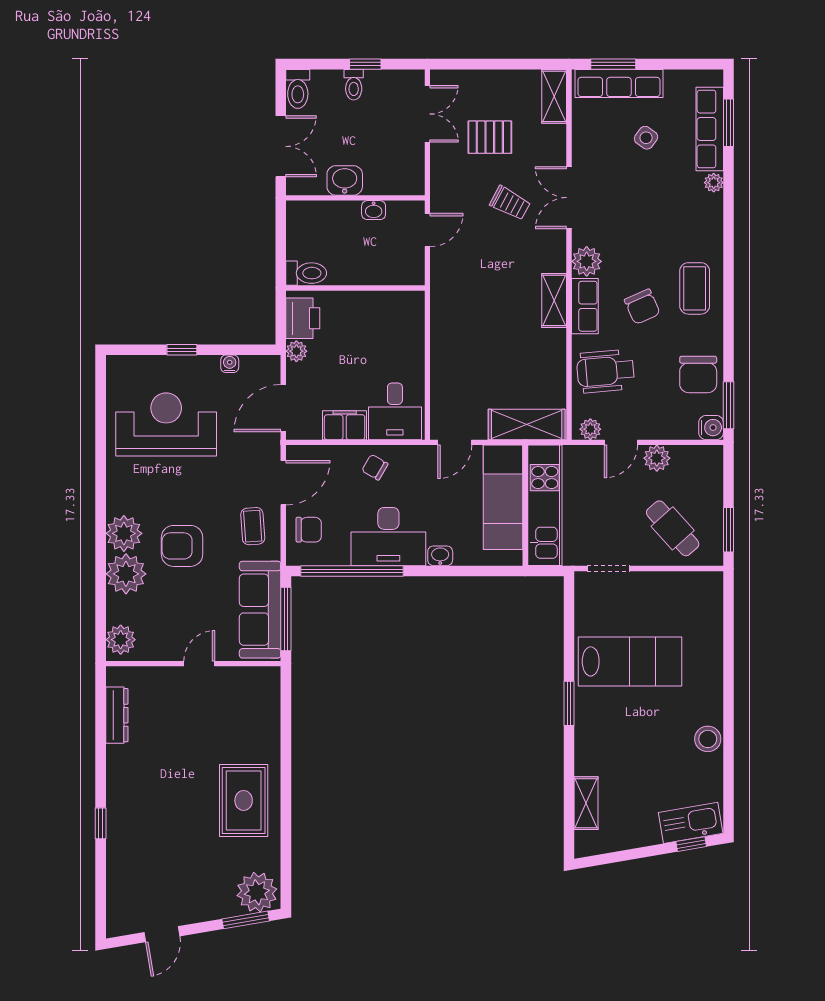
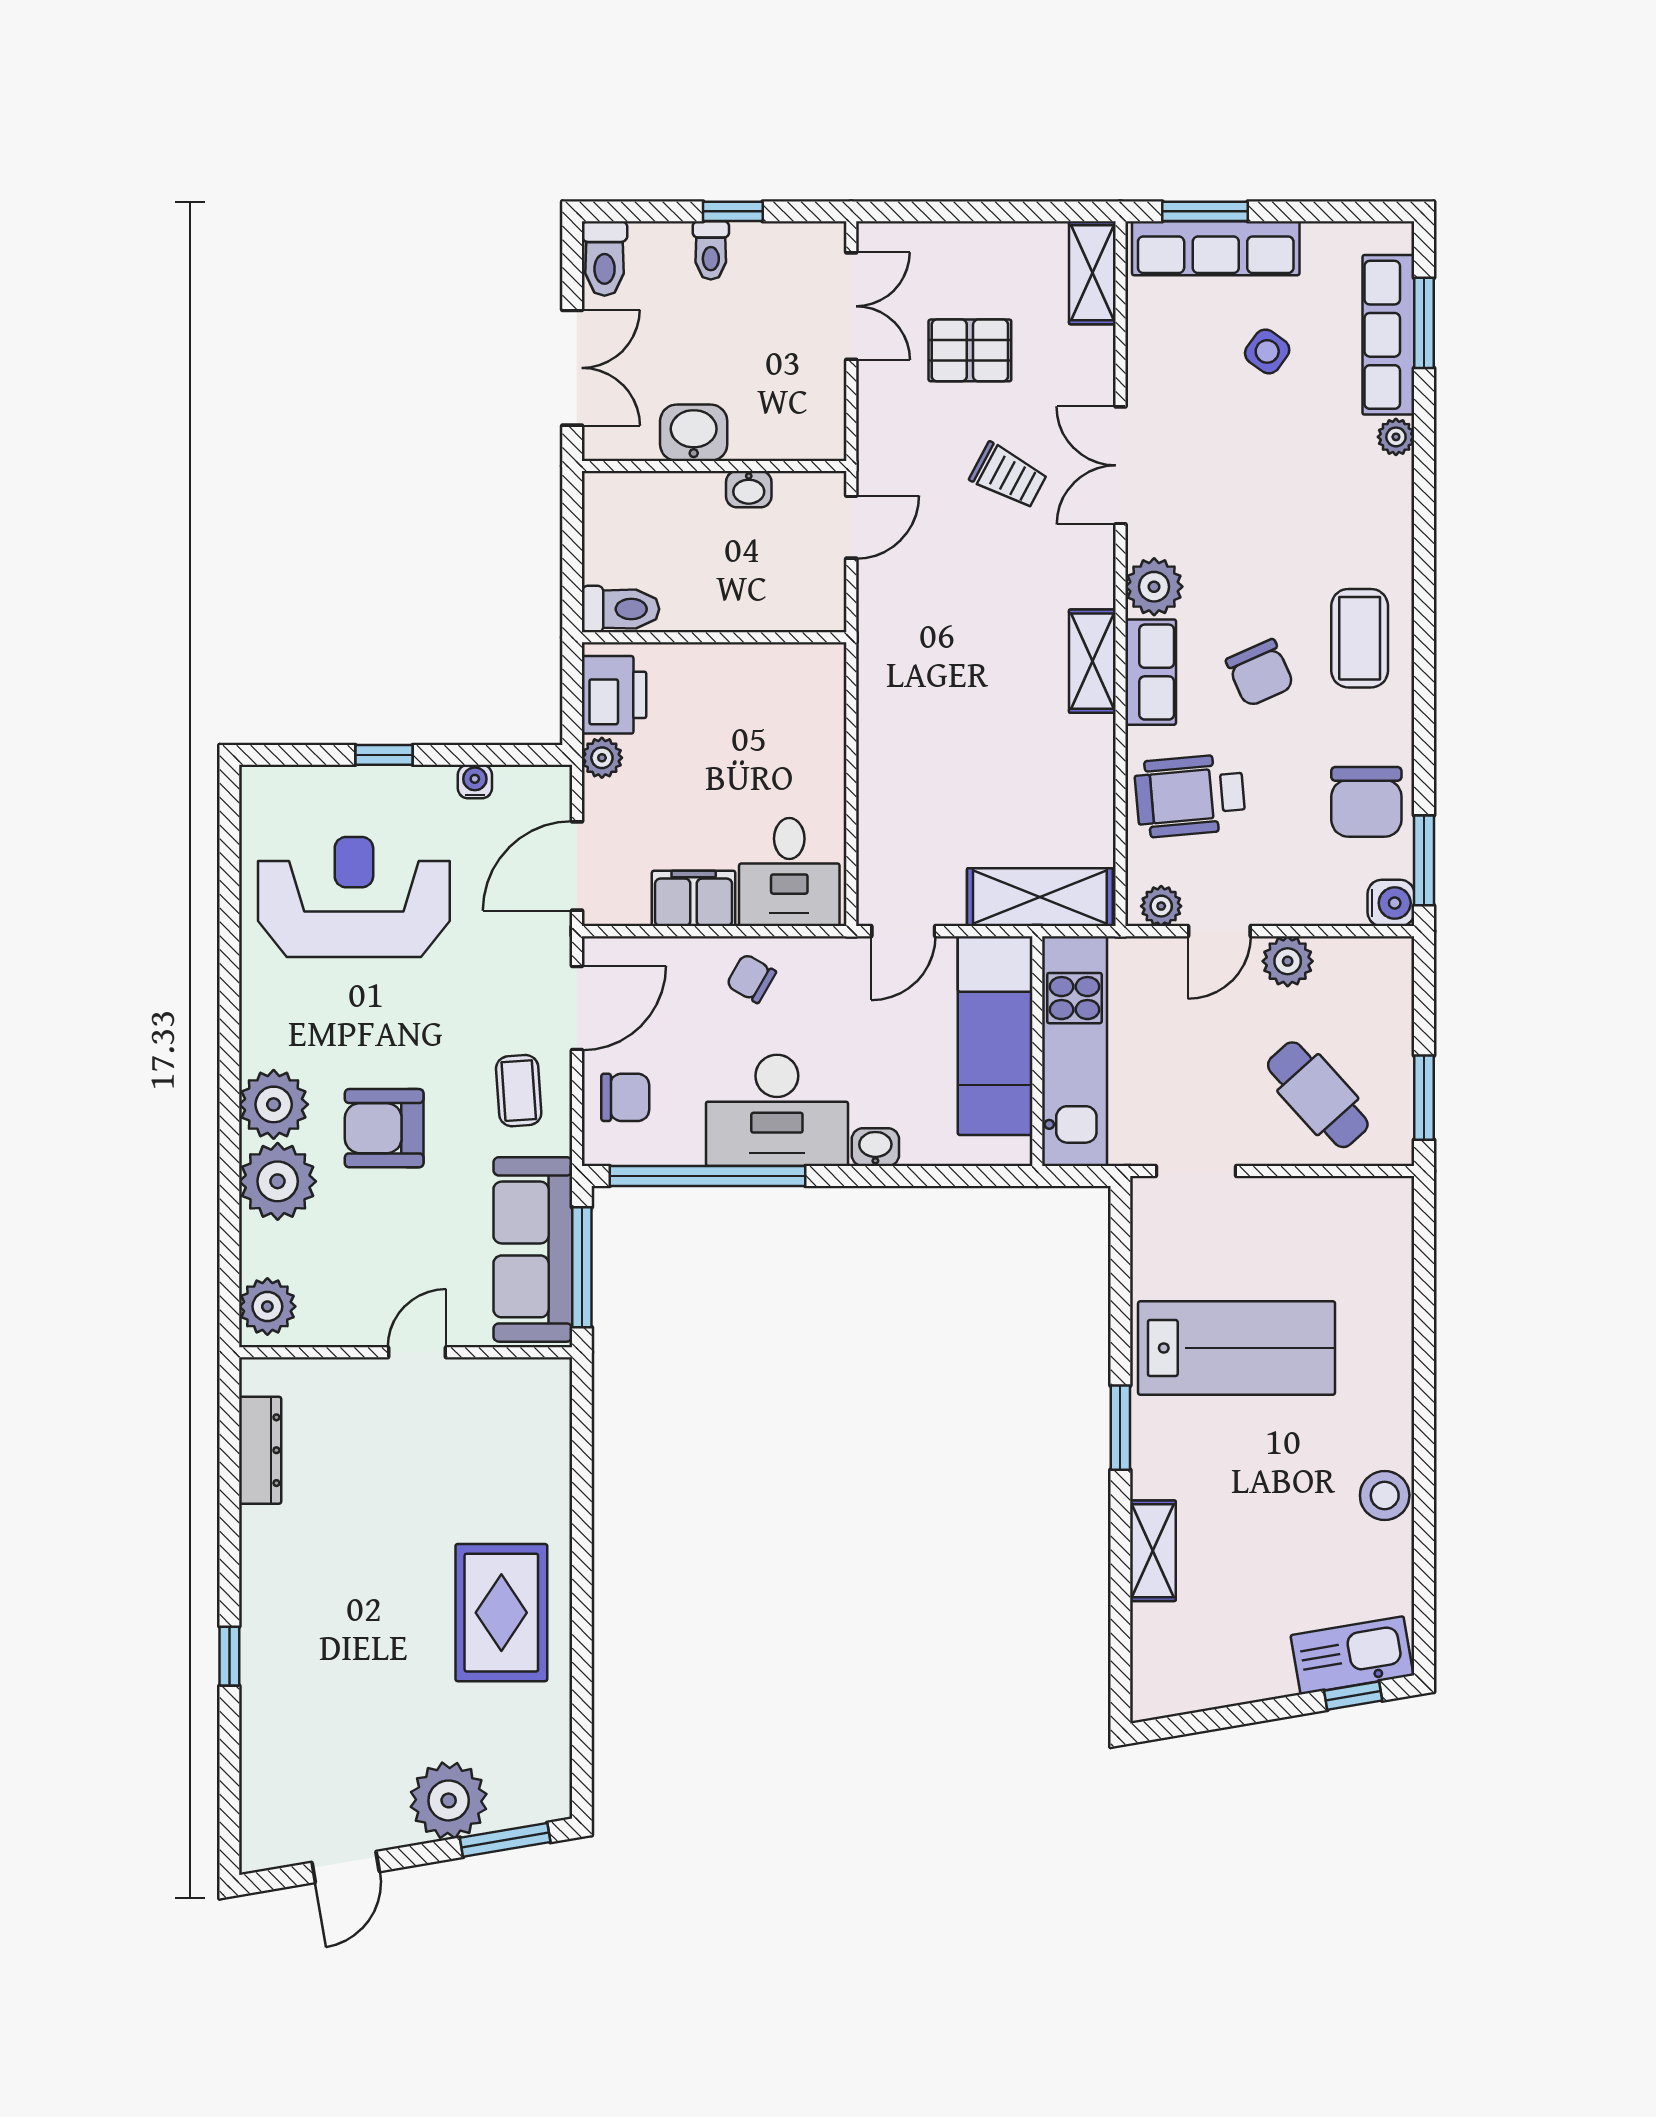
shelving: (586, 803) -> (1153, 1551), moved
plant: (257, 892) -> (449, 1800), moved

